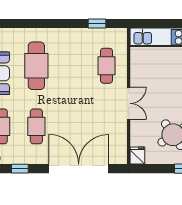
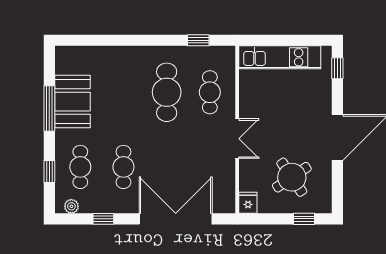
cafe table: (36, 66) -> (167, 92), moved

